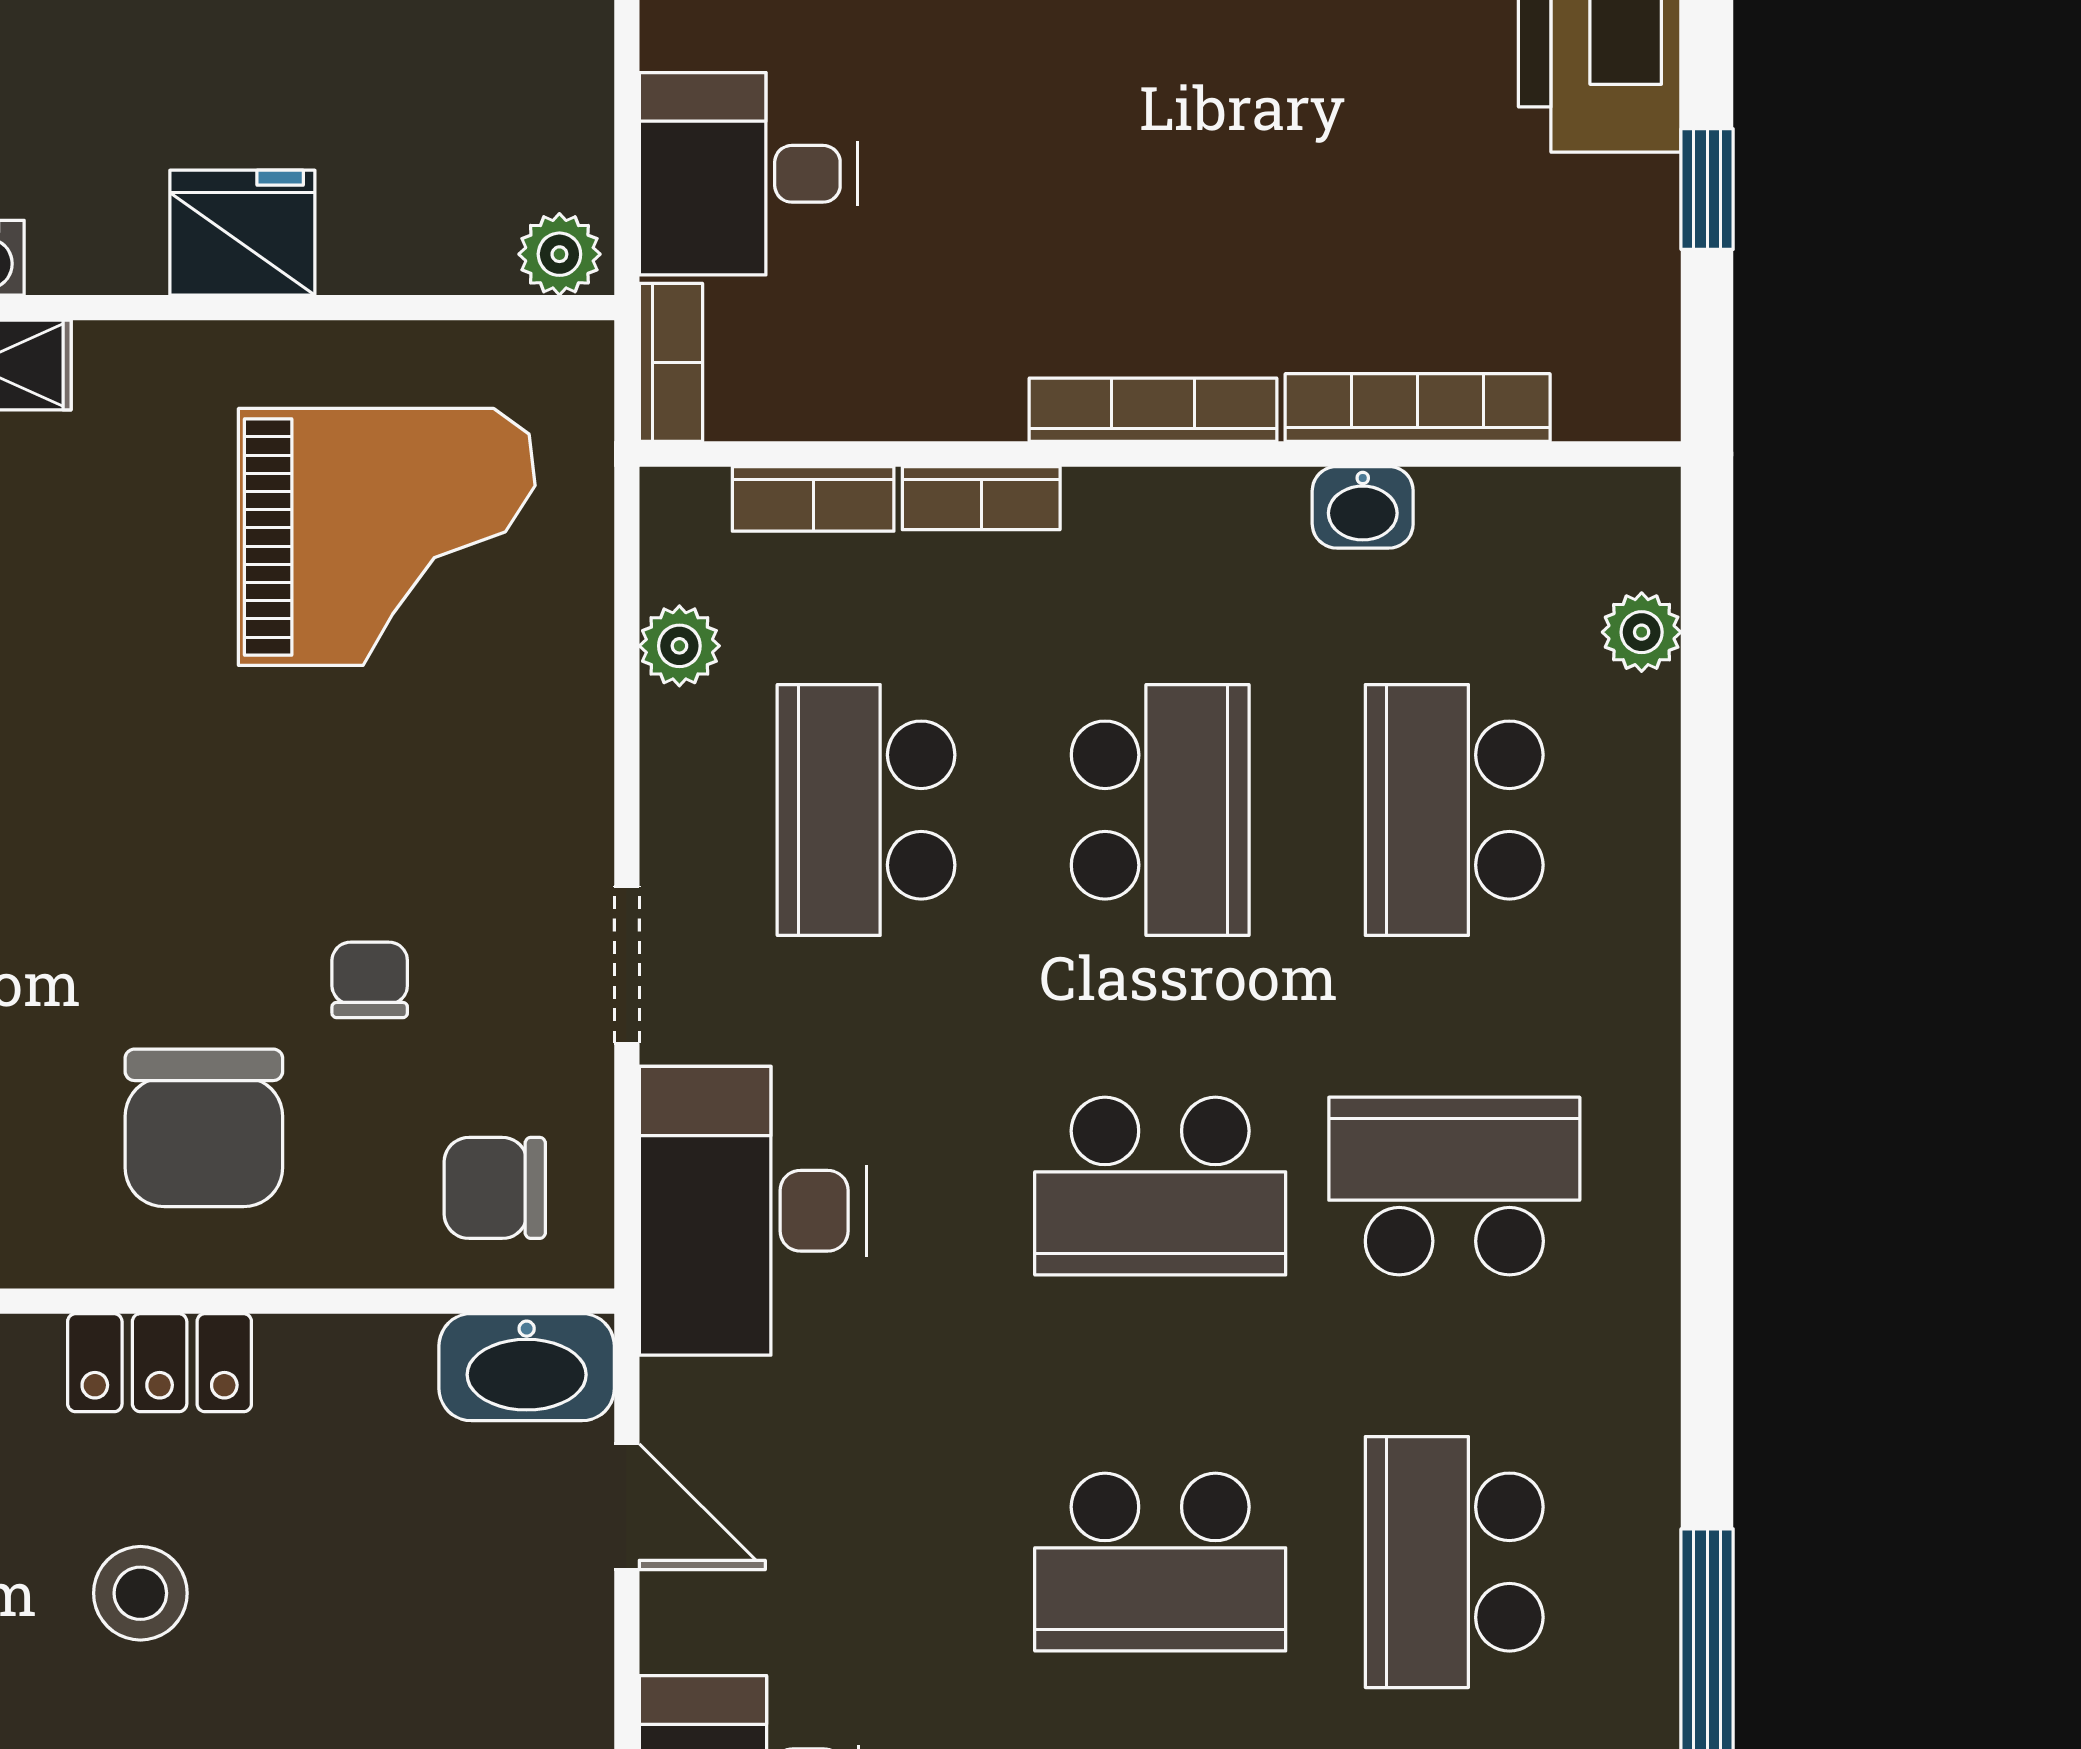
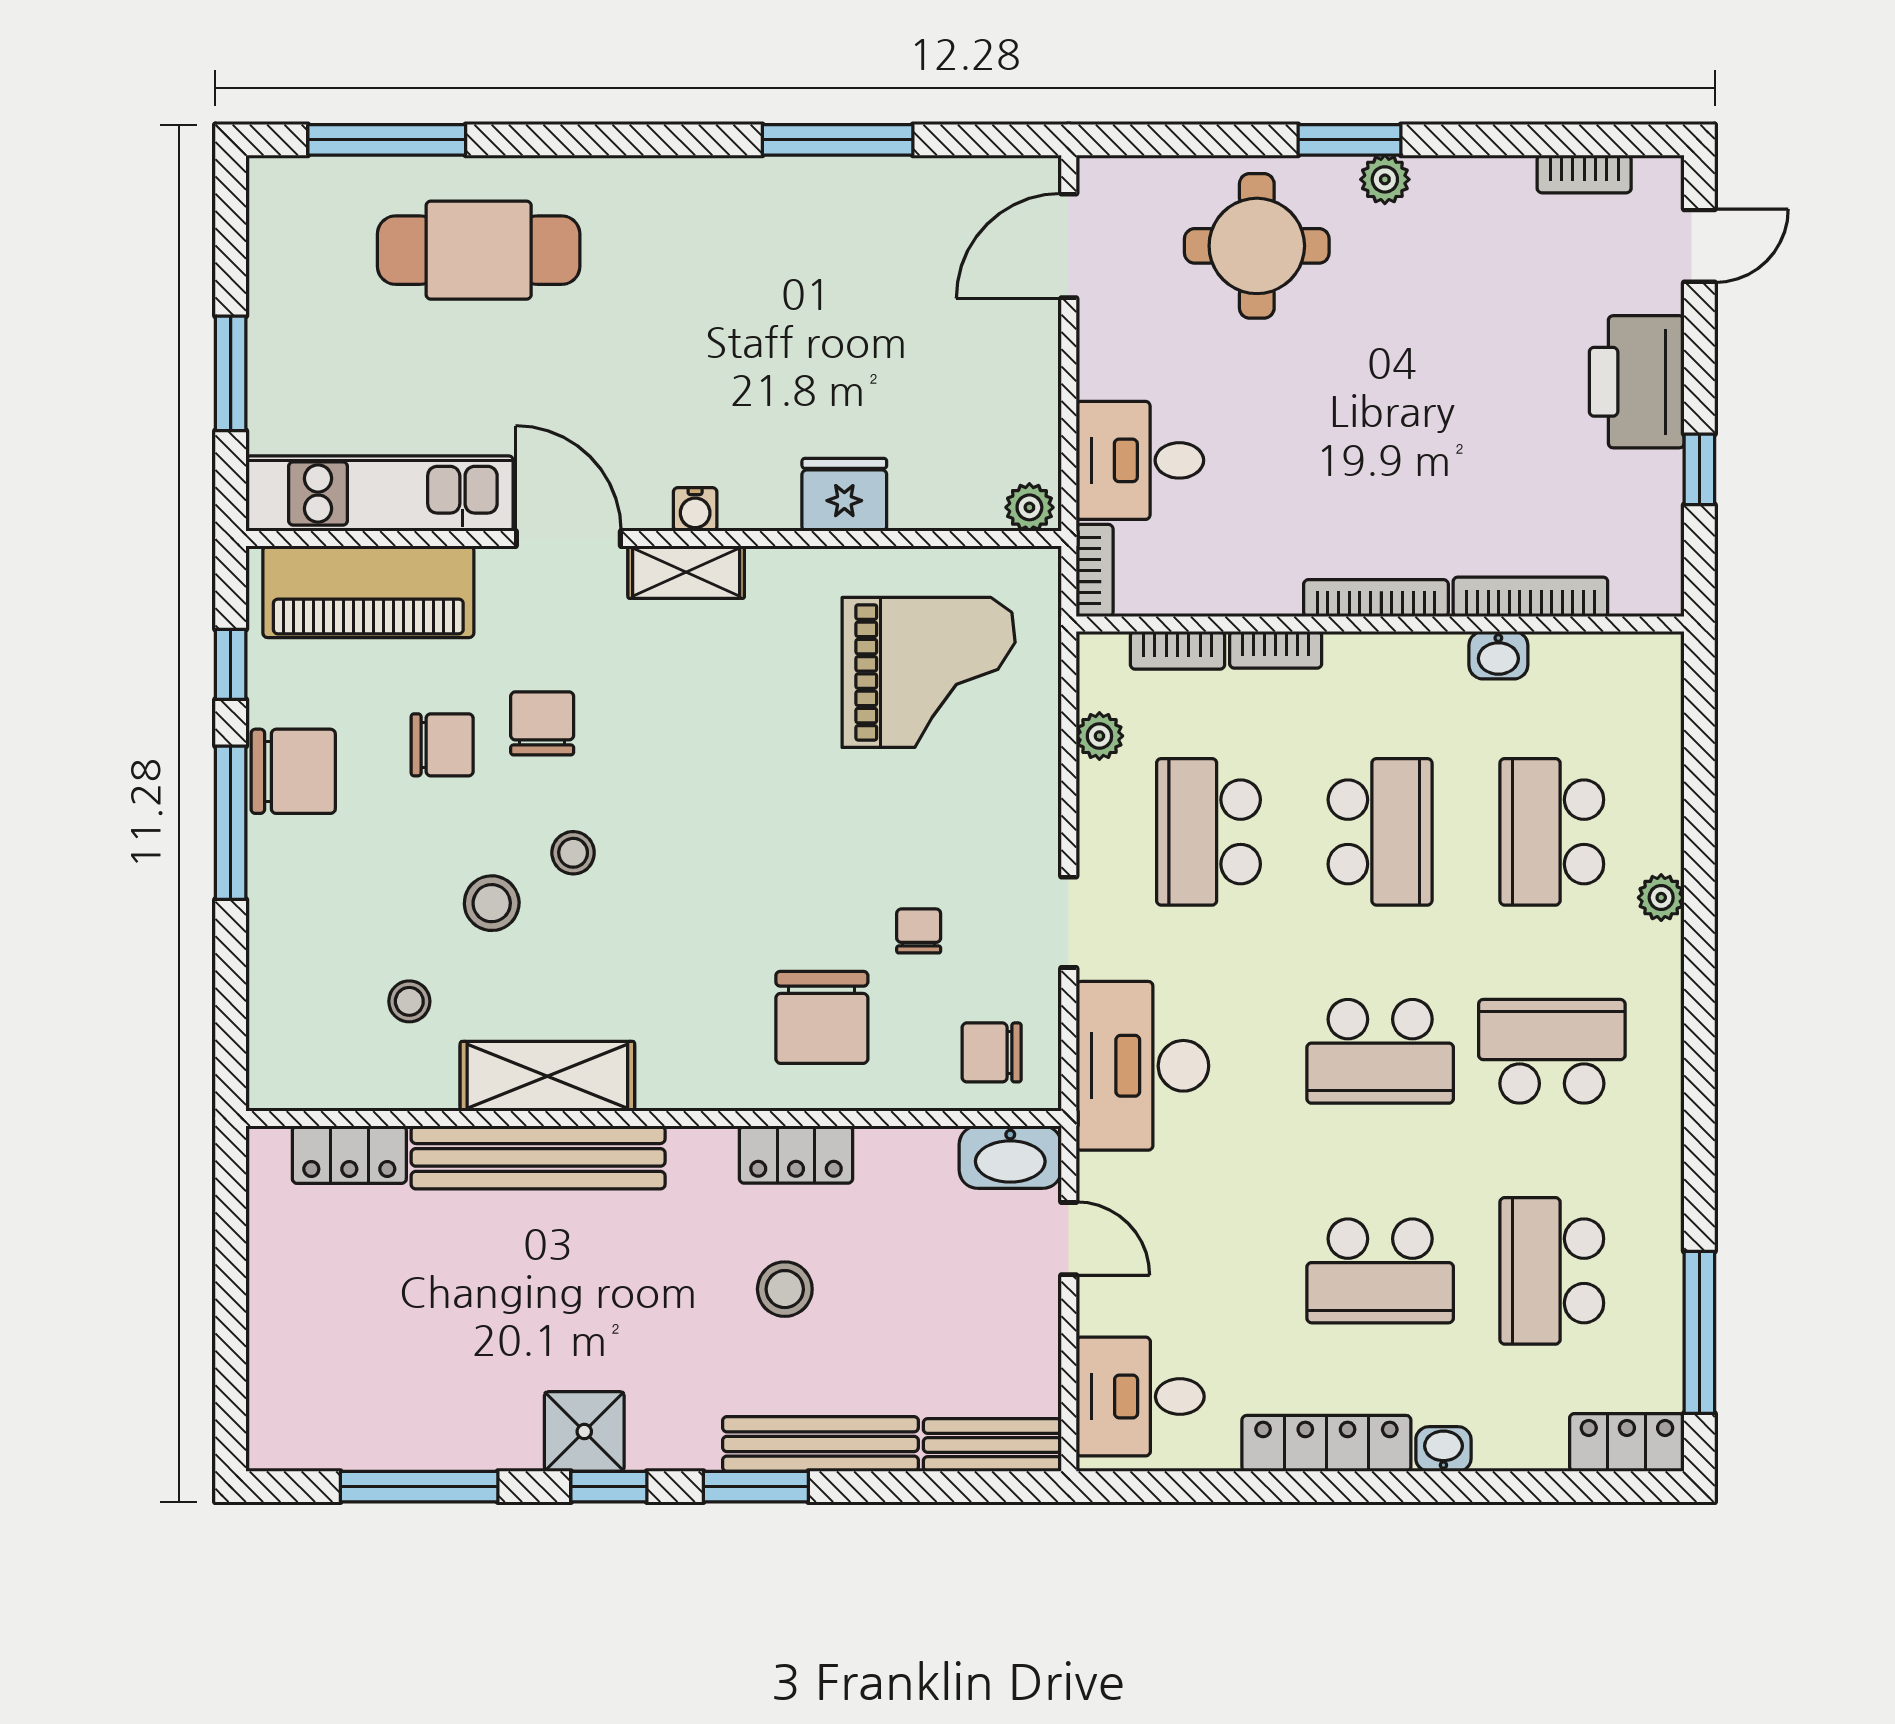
plant: (1642, 632) -> (1661, 898), moved

